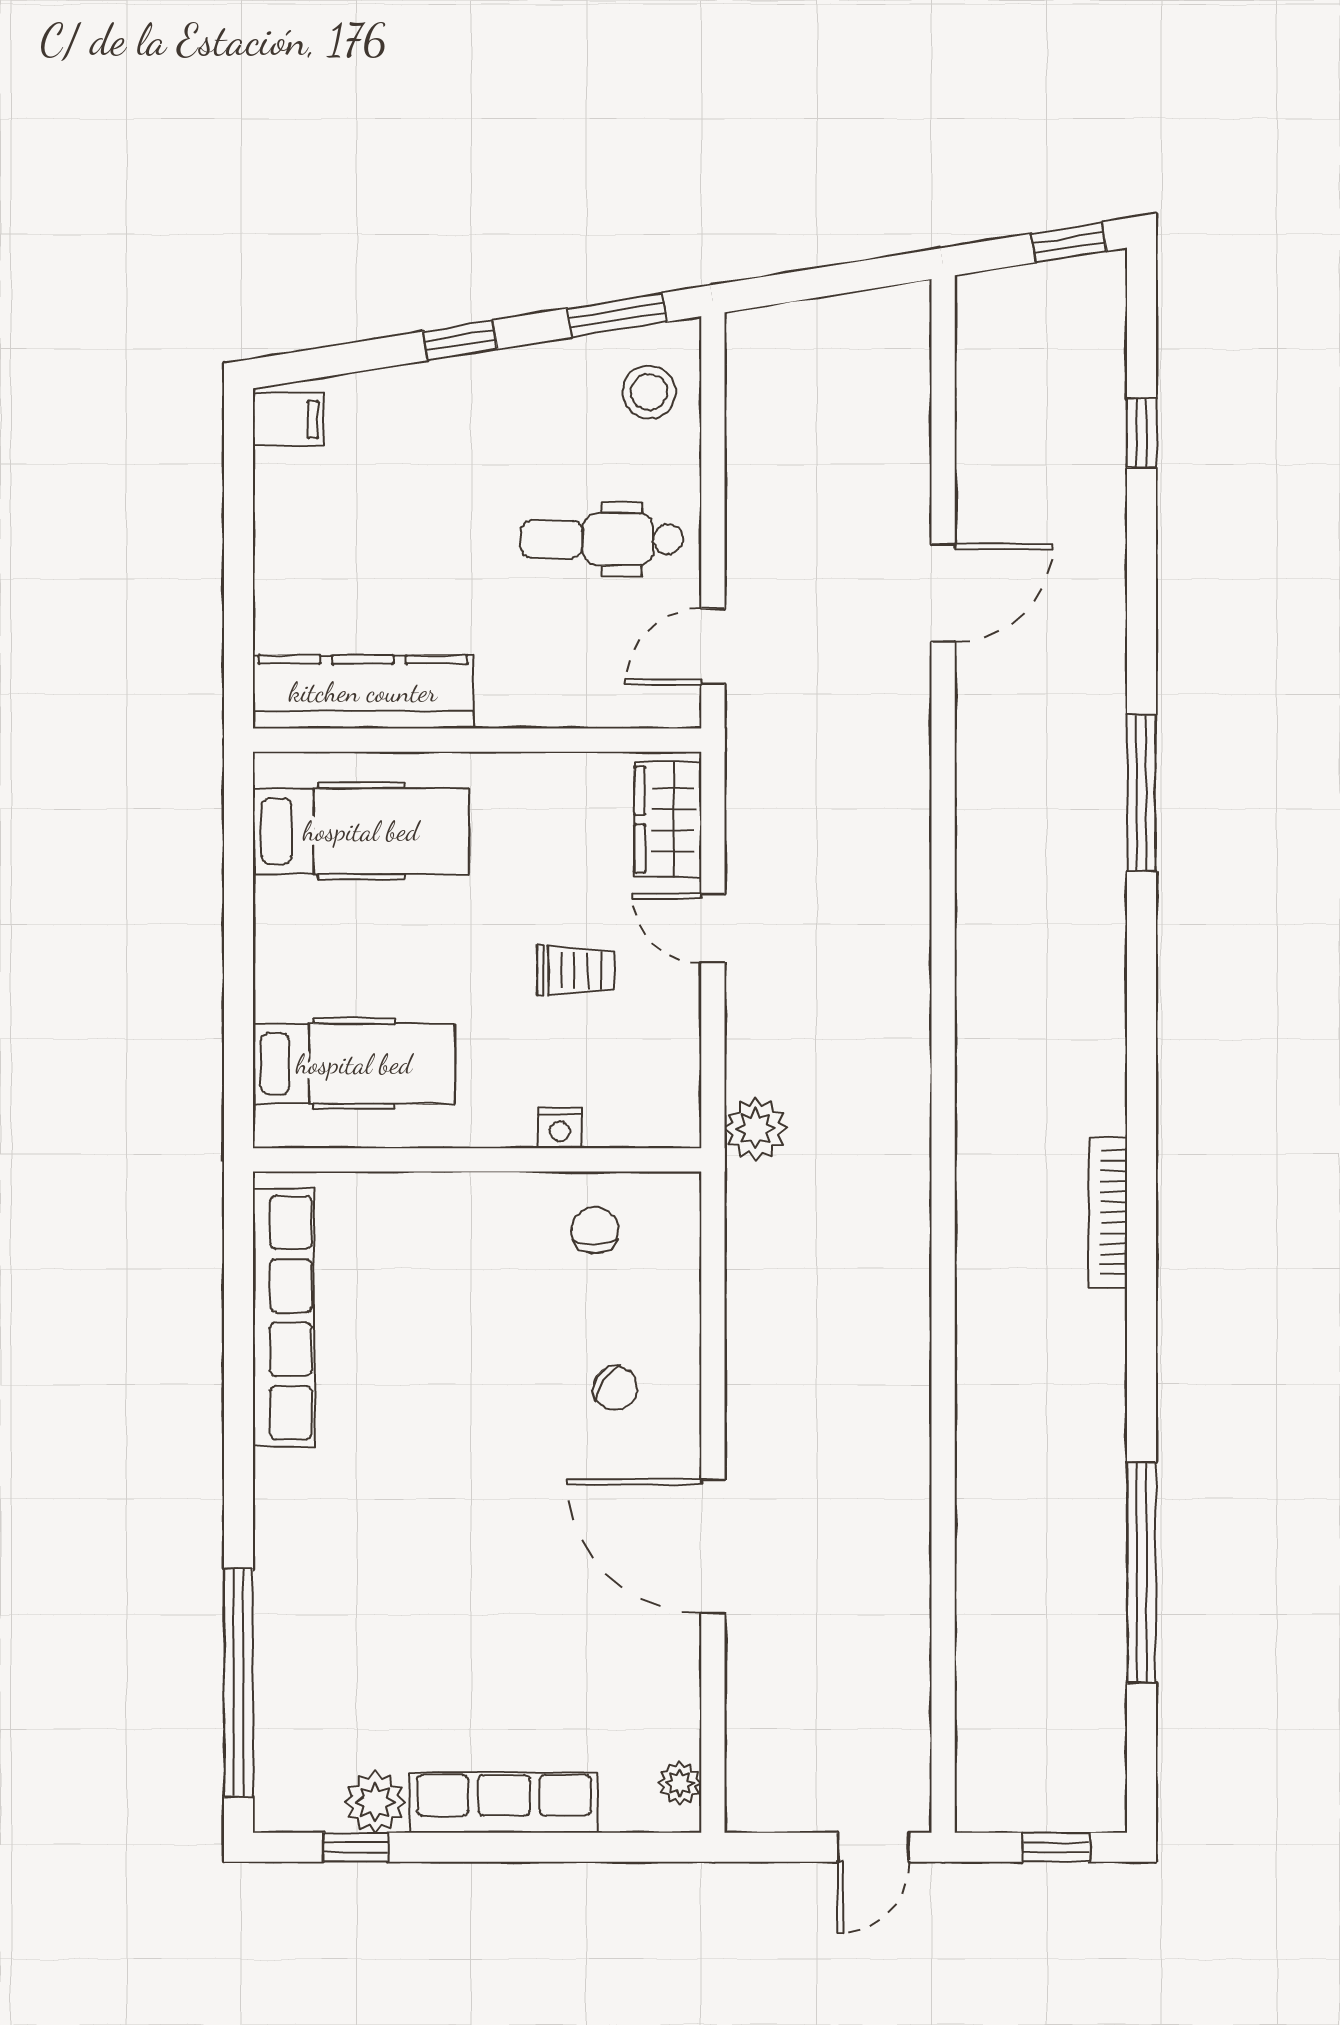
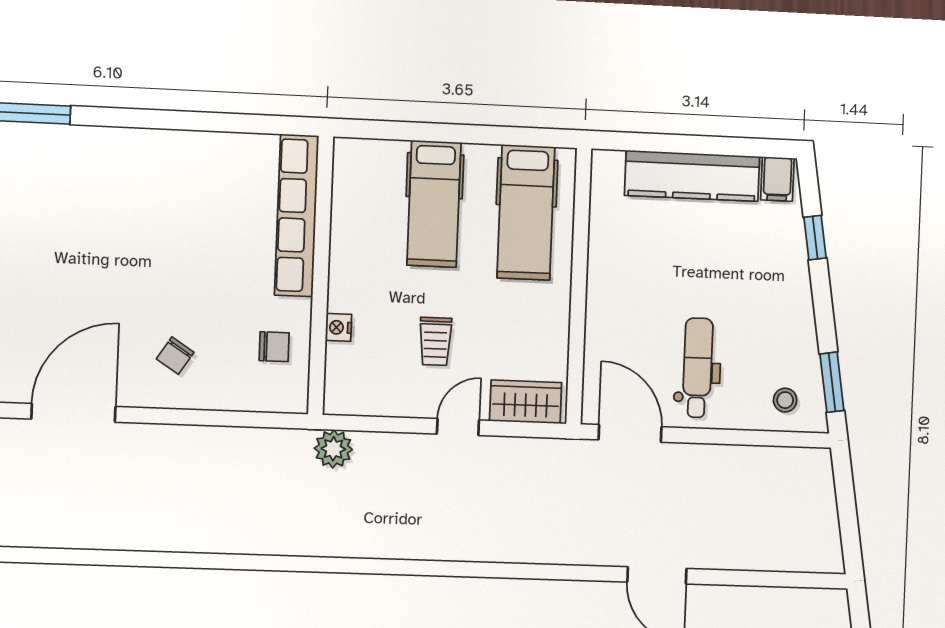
window: (460, 340) -> (815, 238), moved
stool: (649, 392) -> (785, 400), width x0.73, depth x0.73
door: (713, 646) -> (630, 433), width x1.38
kitchen counter: (363, 692) -> (692, 176), moved, turned 90
hospital bed: (354, 1064) -> (434, 204), moved
row of seats: (284, 1318) -> (297, 215), moved, turned 90

